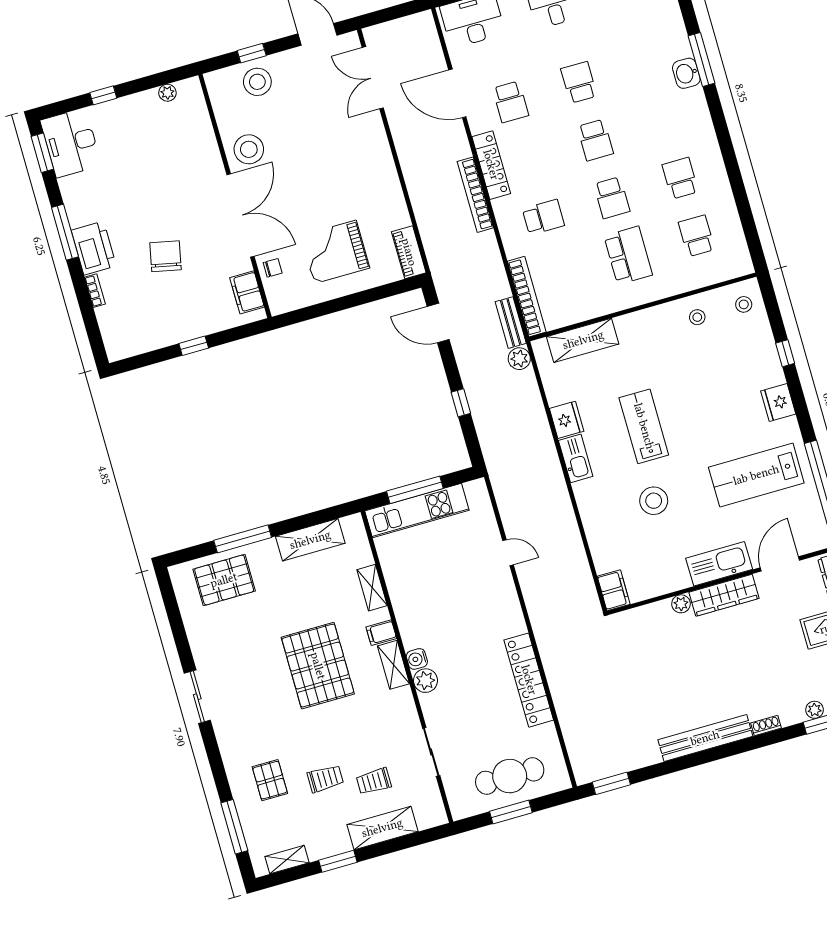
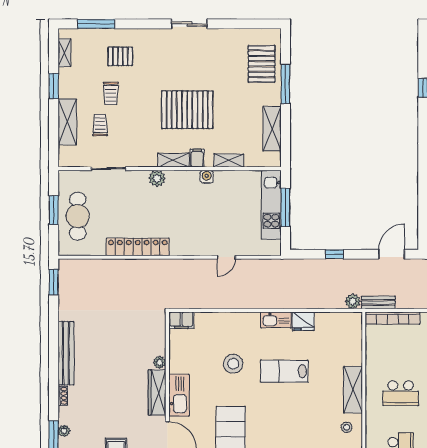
shelving: (583, 340) -> (353, 390), moved
lab bench: (644, 426) -> (284, 371), turned 180
water cooler: (417, 659) -> (207, 177), moved

